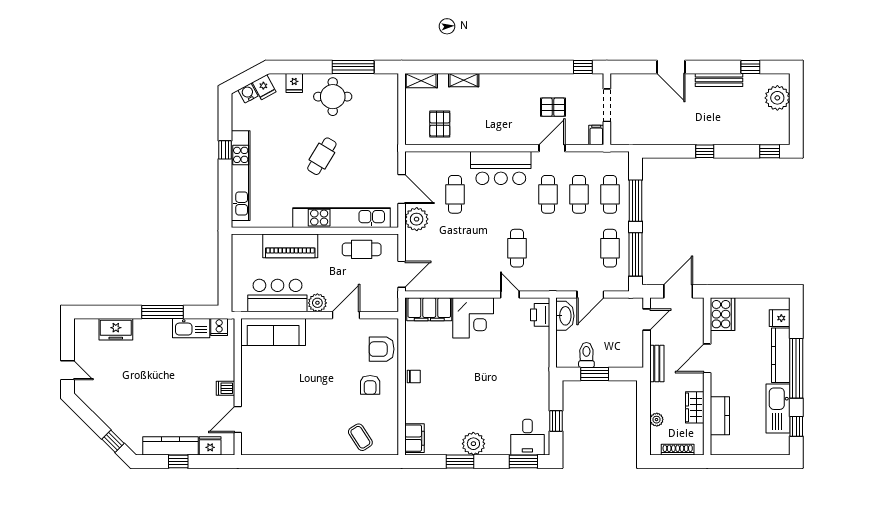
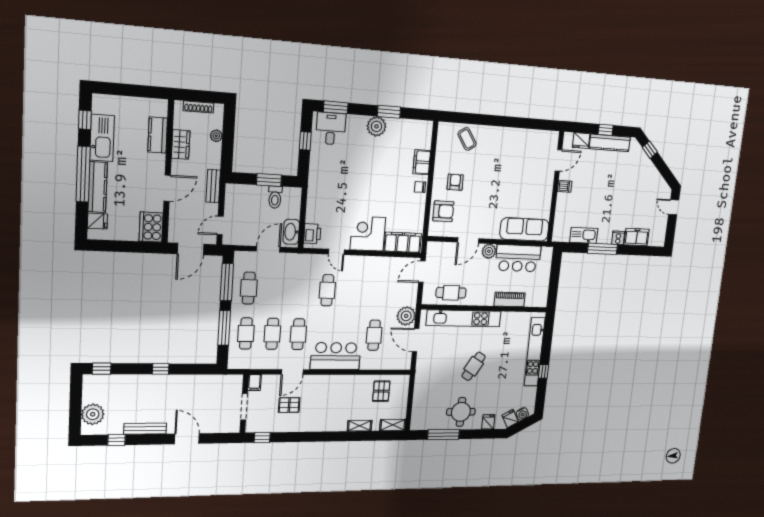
piano: (290, 246) -> (510, 299), width x0.73, depth x0.75
cooker: (219, 327) -> (618, 238), moved
filing cabinet: (414, 438) -> (422, 162), moved

